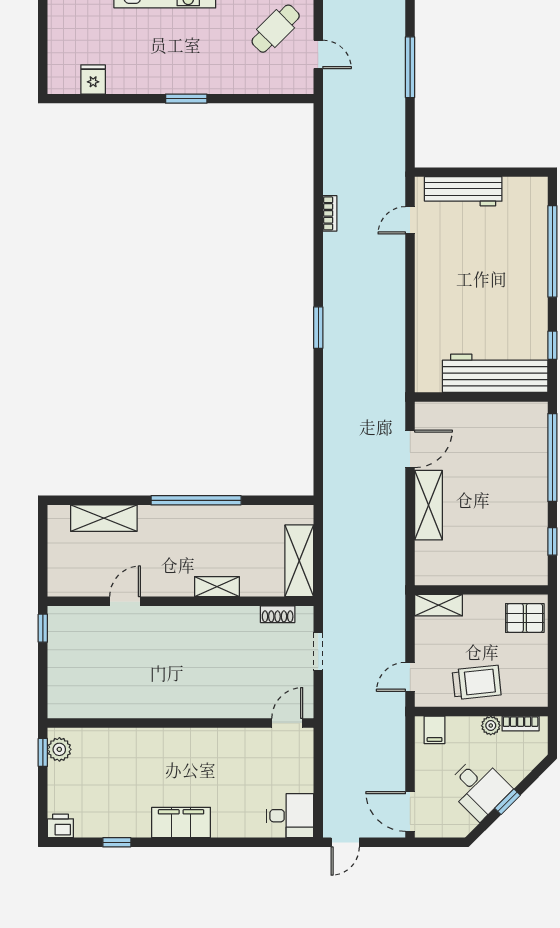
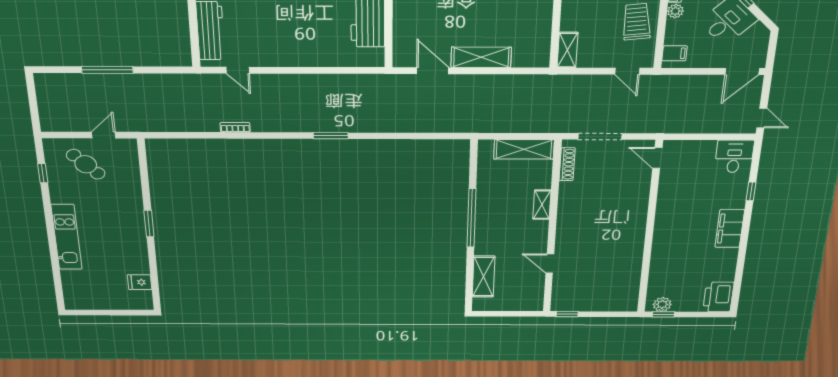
shoe rack: (278, 614) -> (567, 164), width x1.43
doorway: (318, 651) -> (600, 136), width x1.38
printer: (60, 826) -> (718, 297), width x1.87, depth x1.48
window: (117, 842) -> (751, 191), moved

